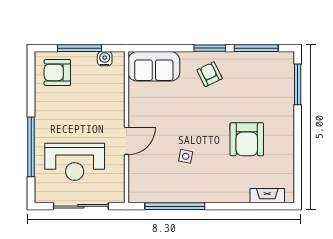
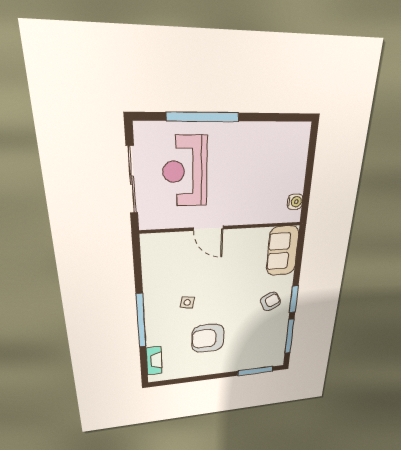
window: (80, 48) -> (309, 174), removed
armchair: (57, 72) -> (286, 149), removed
side table: (186, 156) -> (187, 302), moved
window: (175, 206) -> (141, 321), moved

